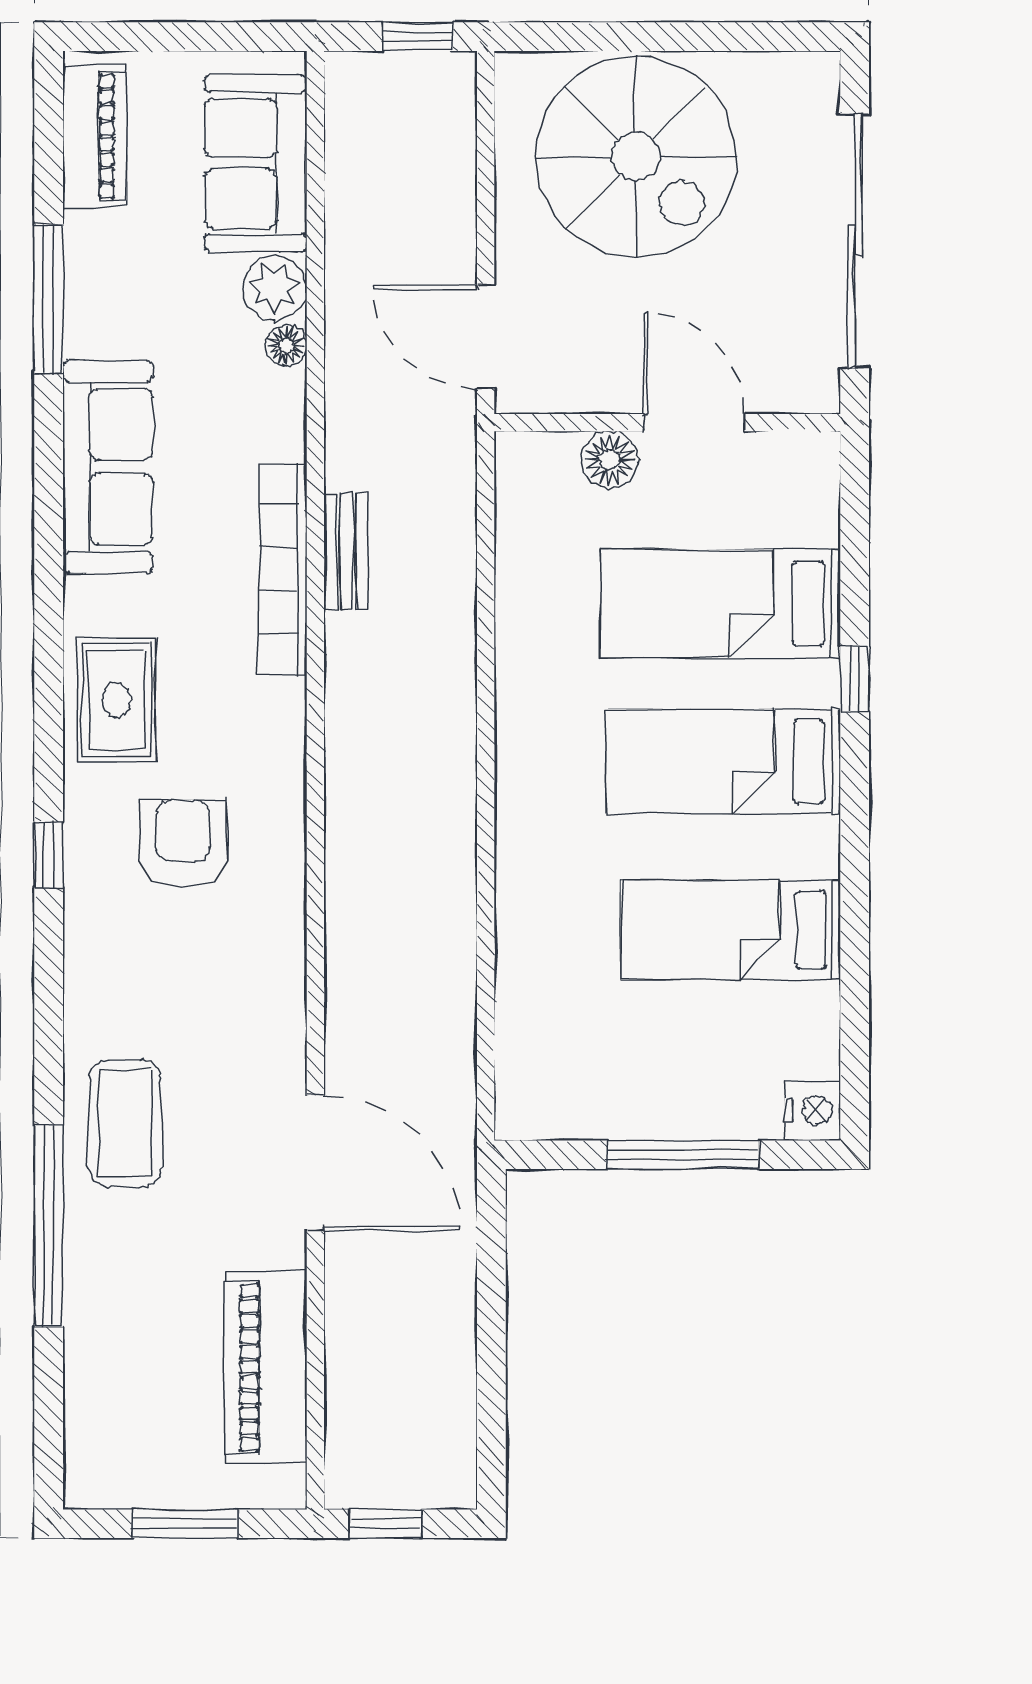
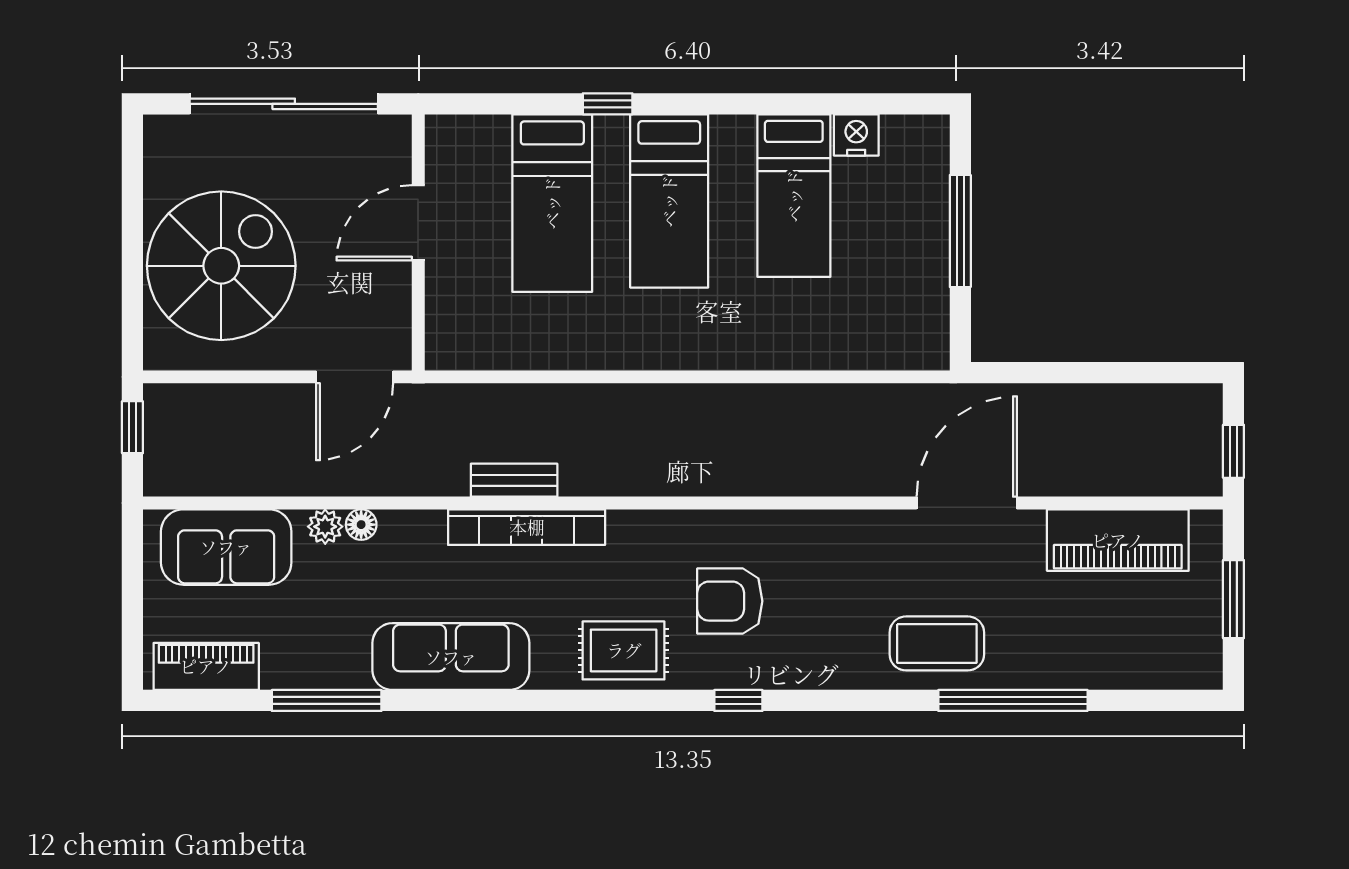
plant: (275, 288) -> (325, 527), width x0.73, depth x0.73
floor lamp: (610, 460) -> (446, 285), removed
nightstand: (813, 1110) -> (856, 135), moved

